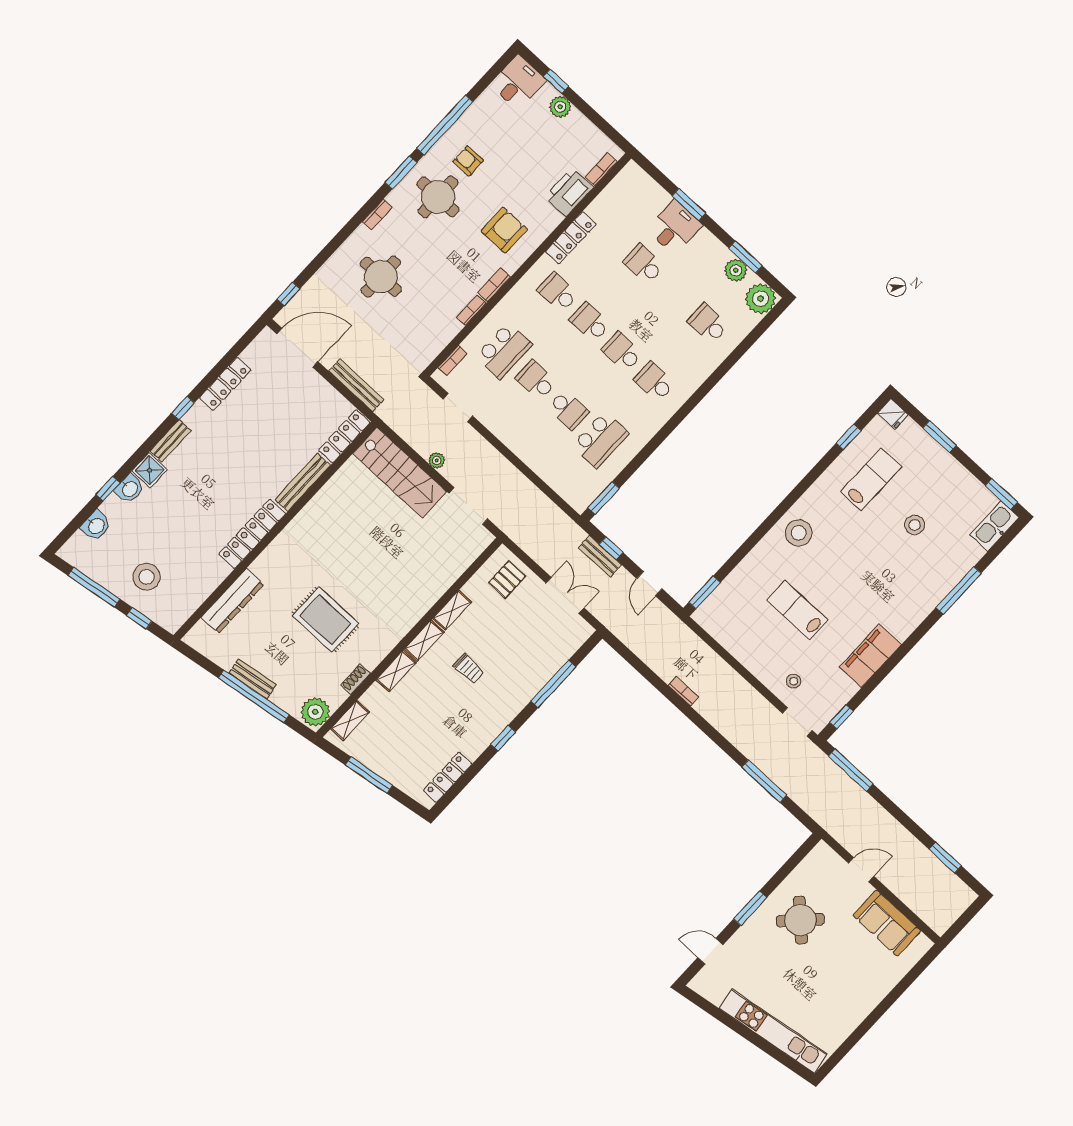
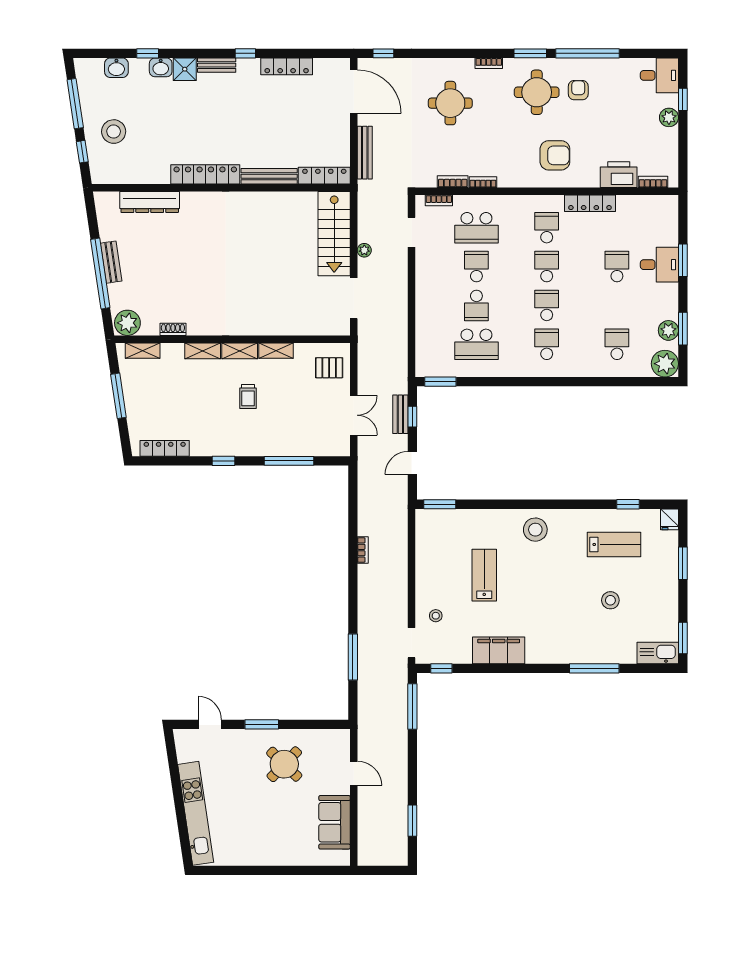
bookcase: (494, 285) -> (453, 182), moved
rug: (325, 620) -> (194, 274), removed

